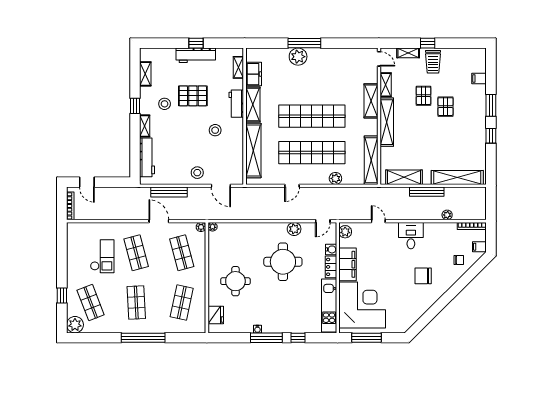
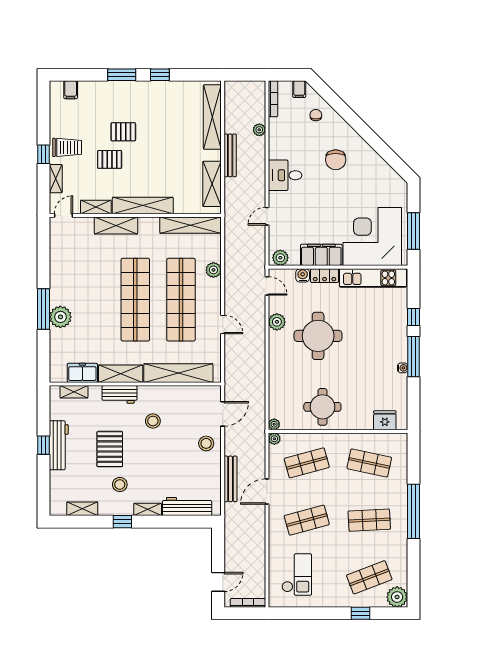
filing cabinet: (479, 79) -> (71, 90), moved
checkout: (102, 256) -> (297, 575), moved, turned 90
round table: (235, 281) -> (322, 407), moved

